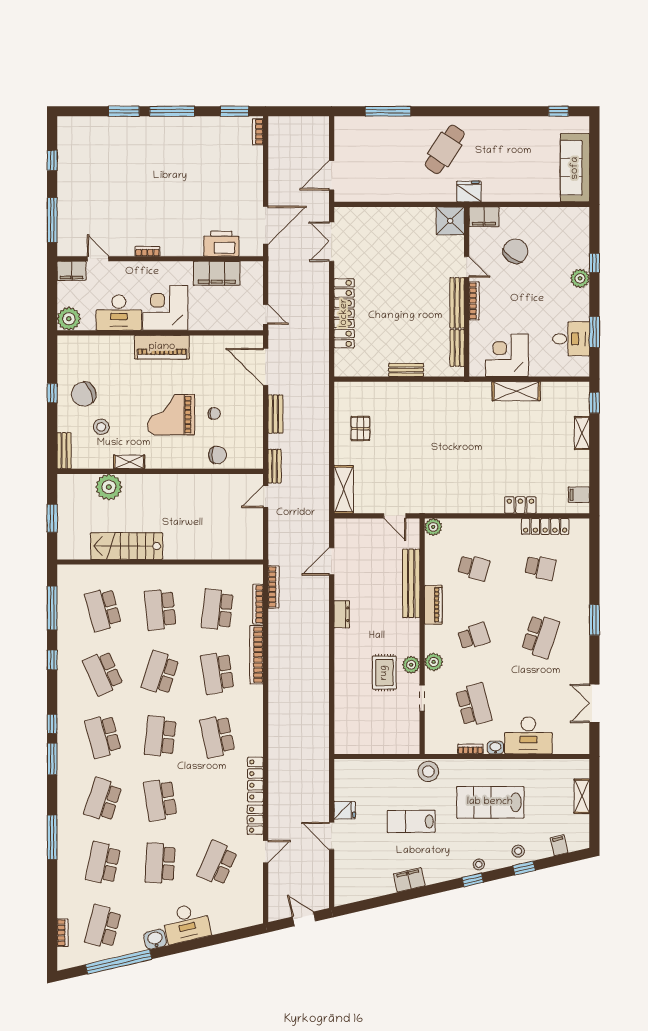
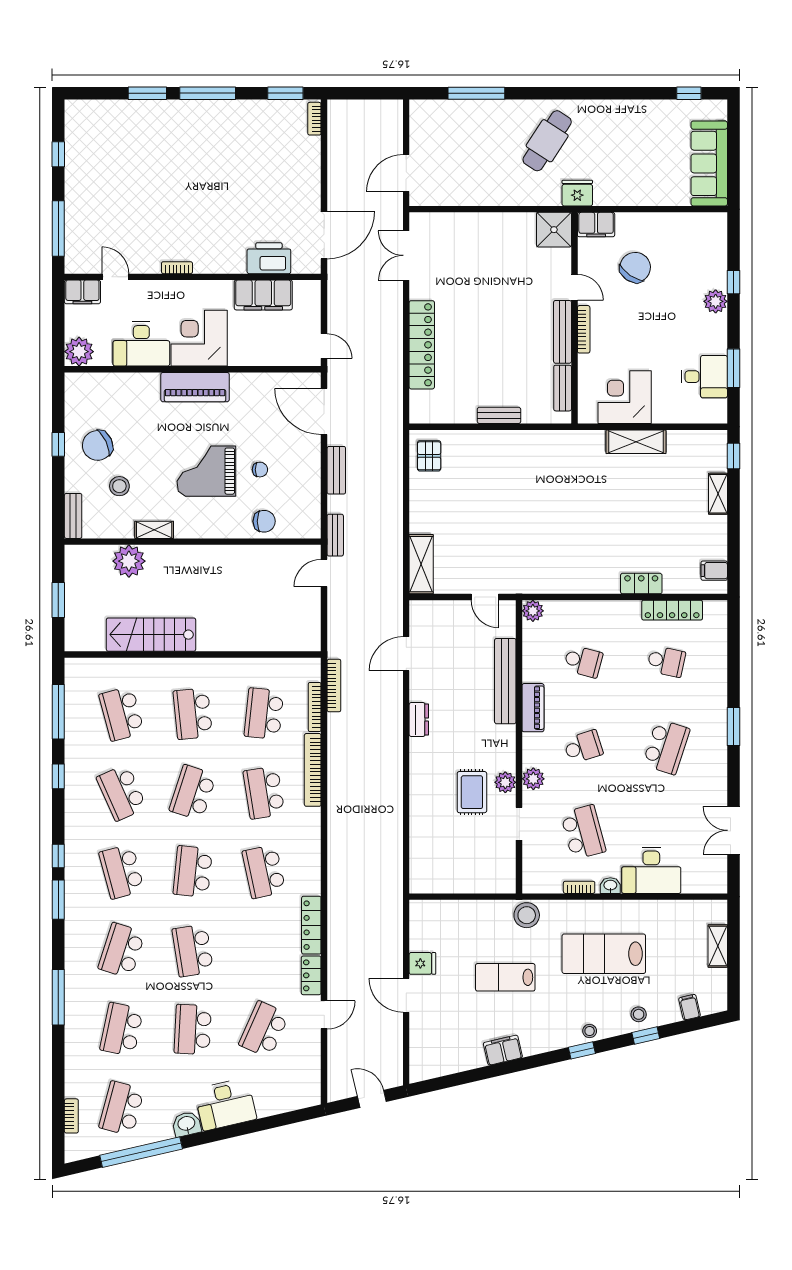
pallet: (360, 429) -> (429, 456), moved

